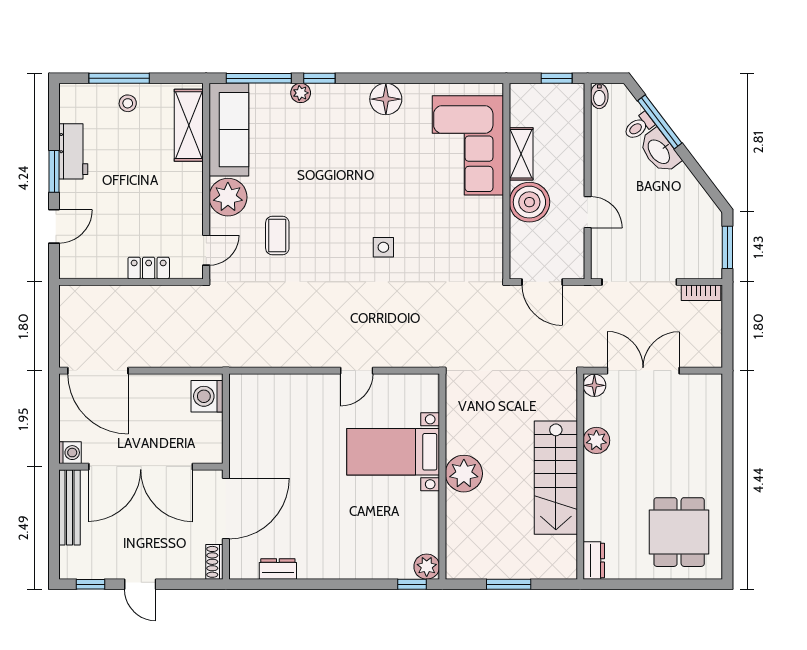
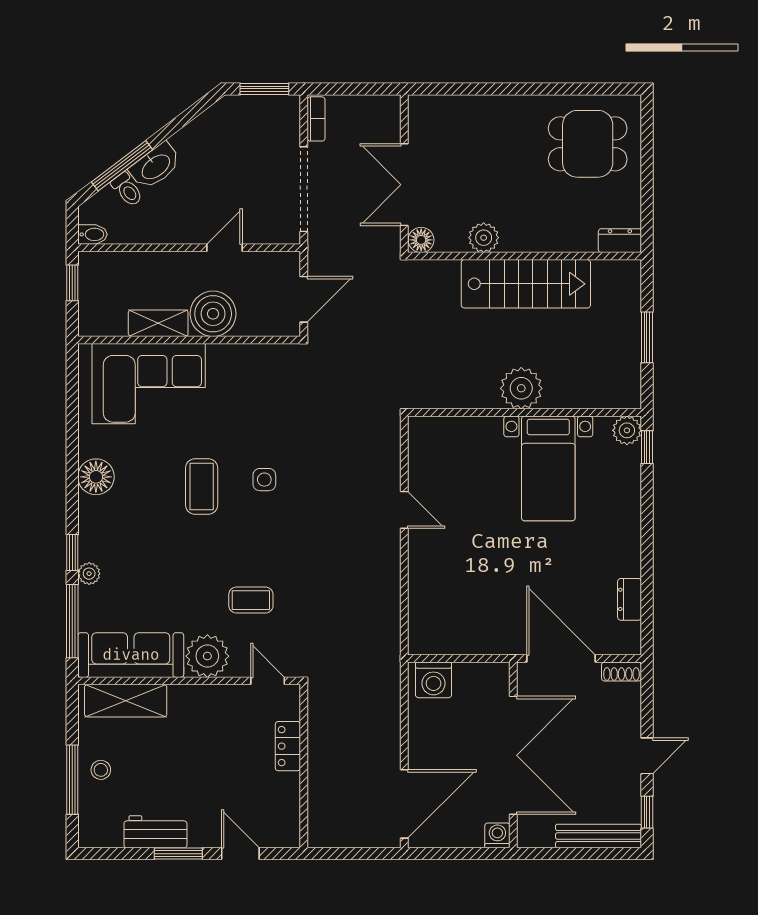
coffee table: (377, 192) -> (202, 487), added
bed with nightstands: (393, 452) -> (548, 468), moved
bench: (69, 507) -> (599, 836), moved

